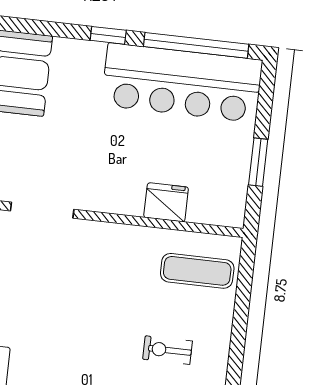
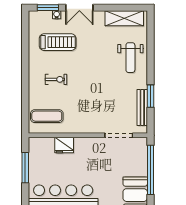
window: (258, 162) -> (25, 168), width x1.44

